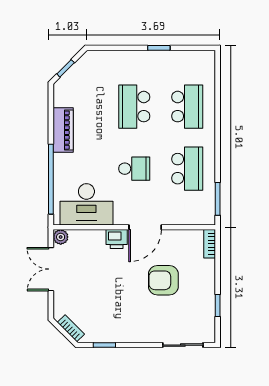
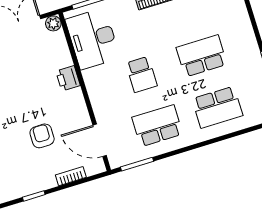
school desk: (187, 169) -> (157, 126), turned 180
door: (145, 227) -> (100, 140), moved
bookcase: (210, 244) -> (71, 176), moved
armchair: (163, 280) -> (42, 136), width x0.72, depth x0.72

